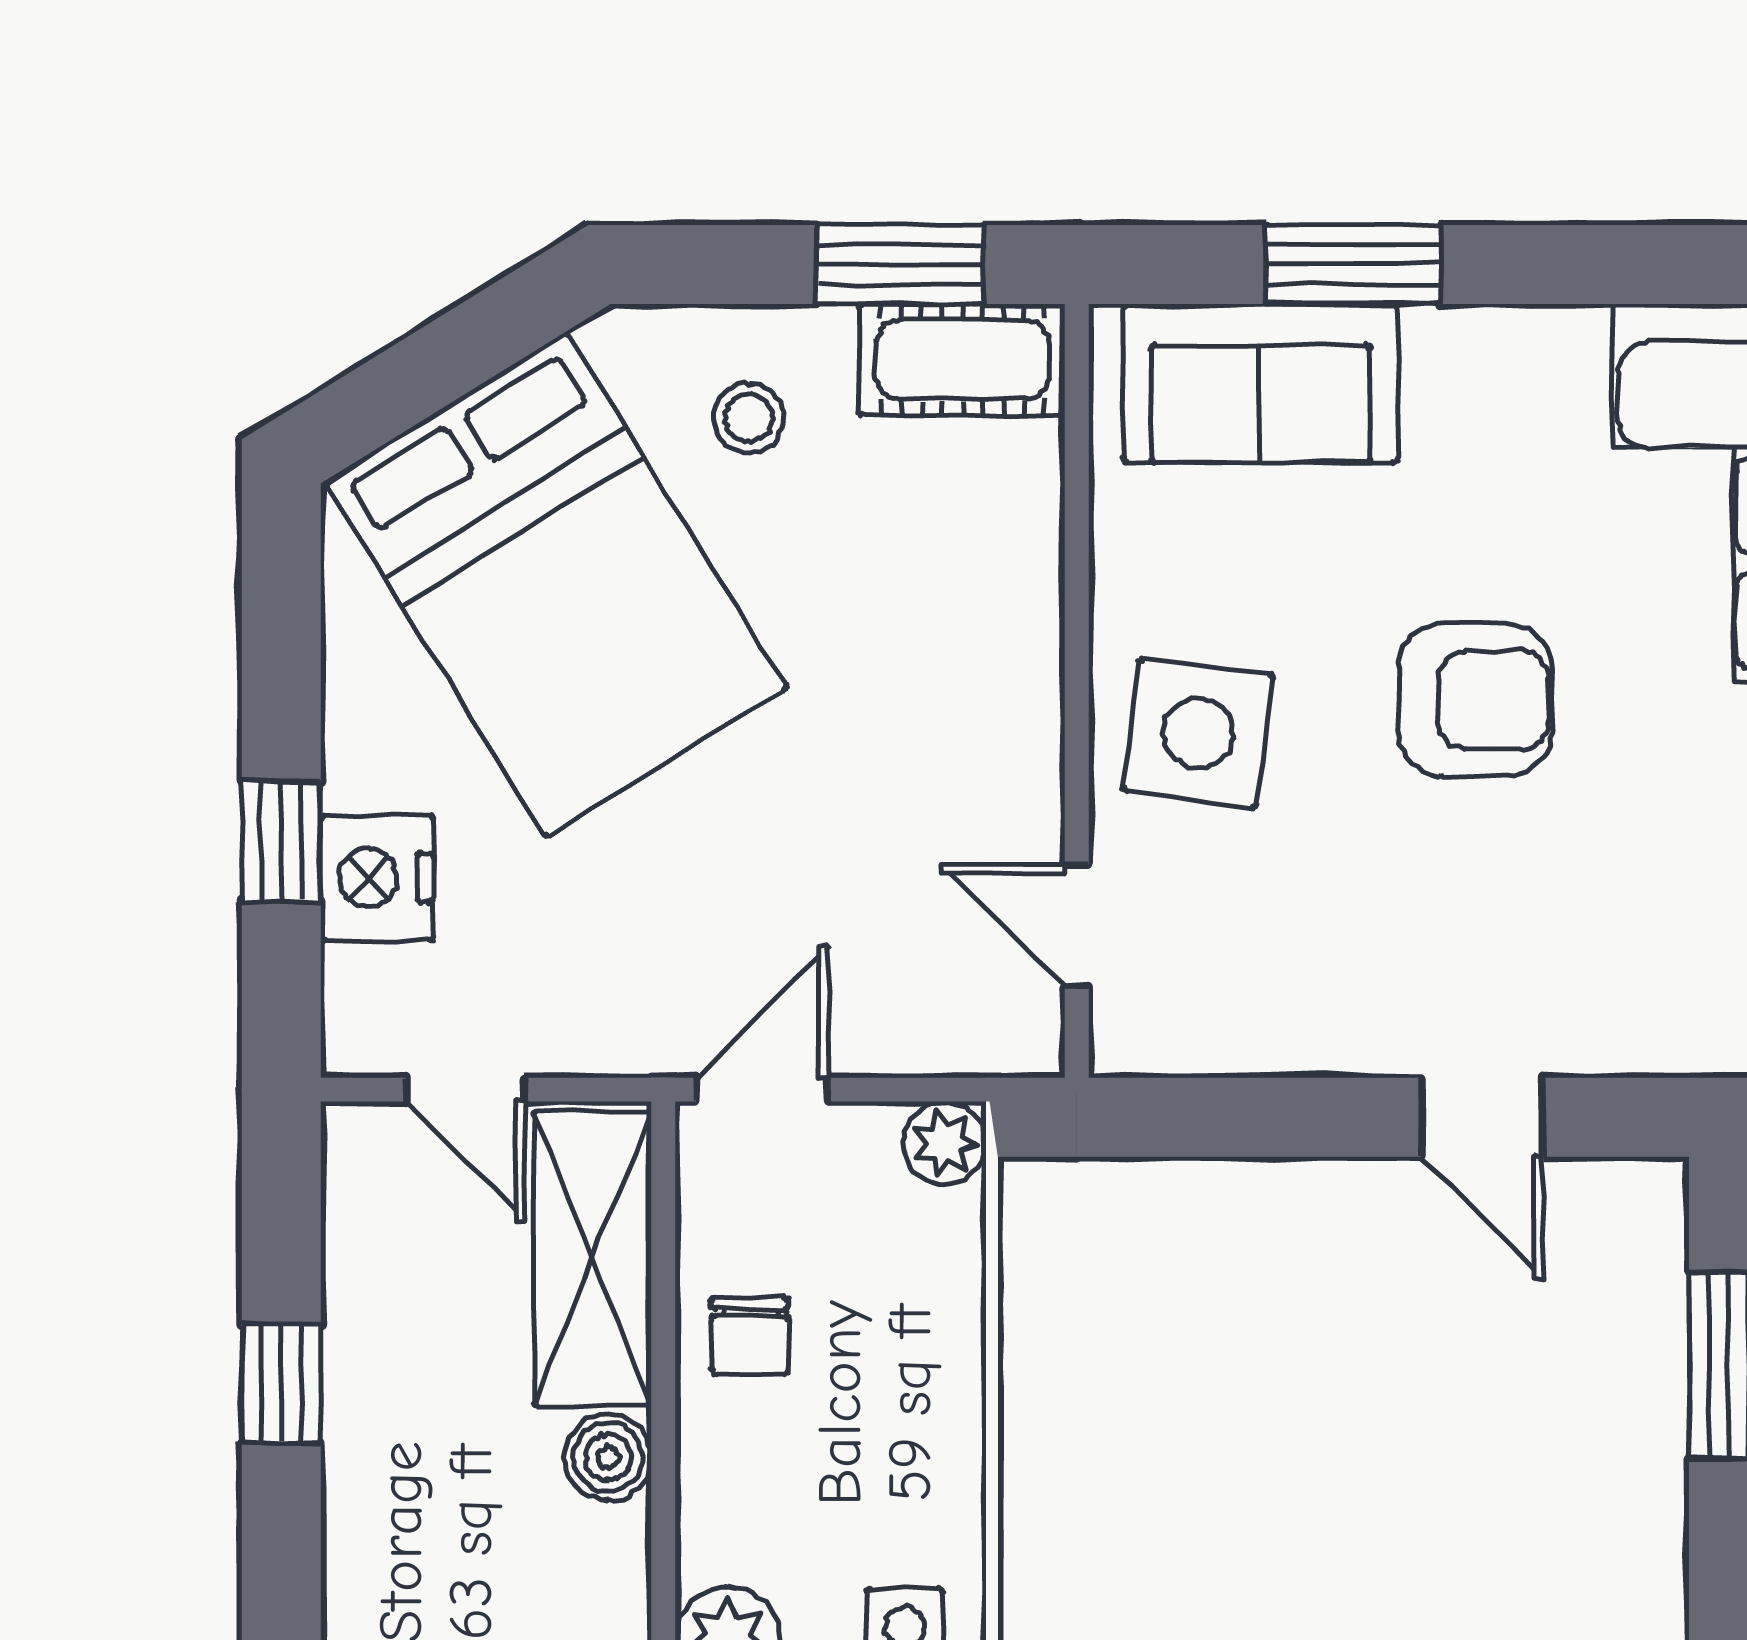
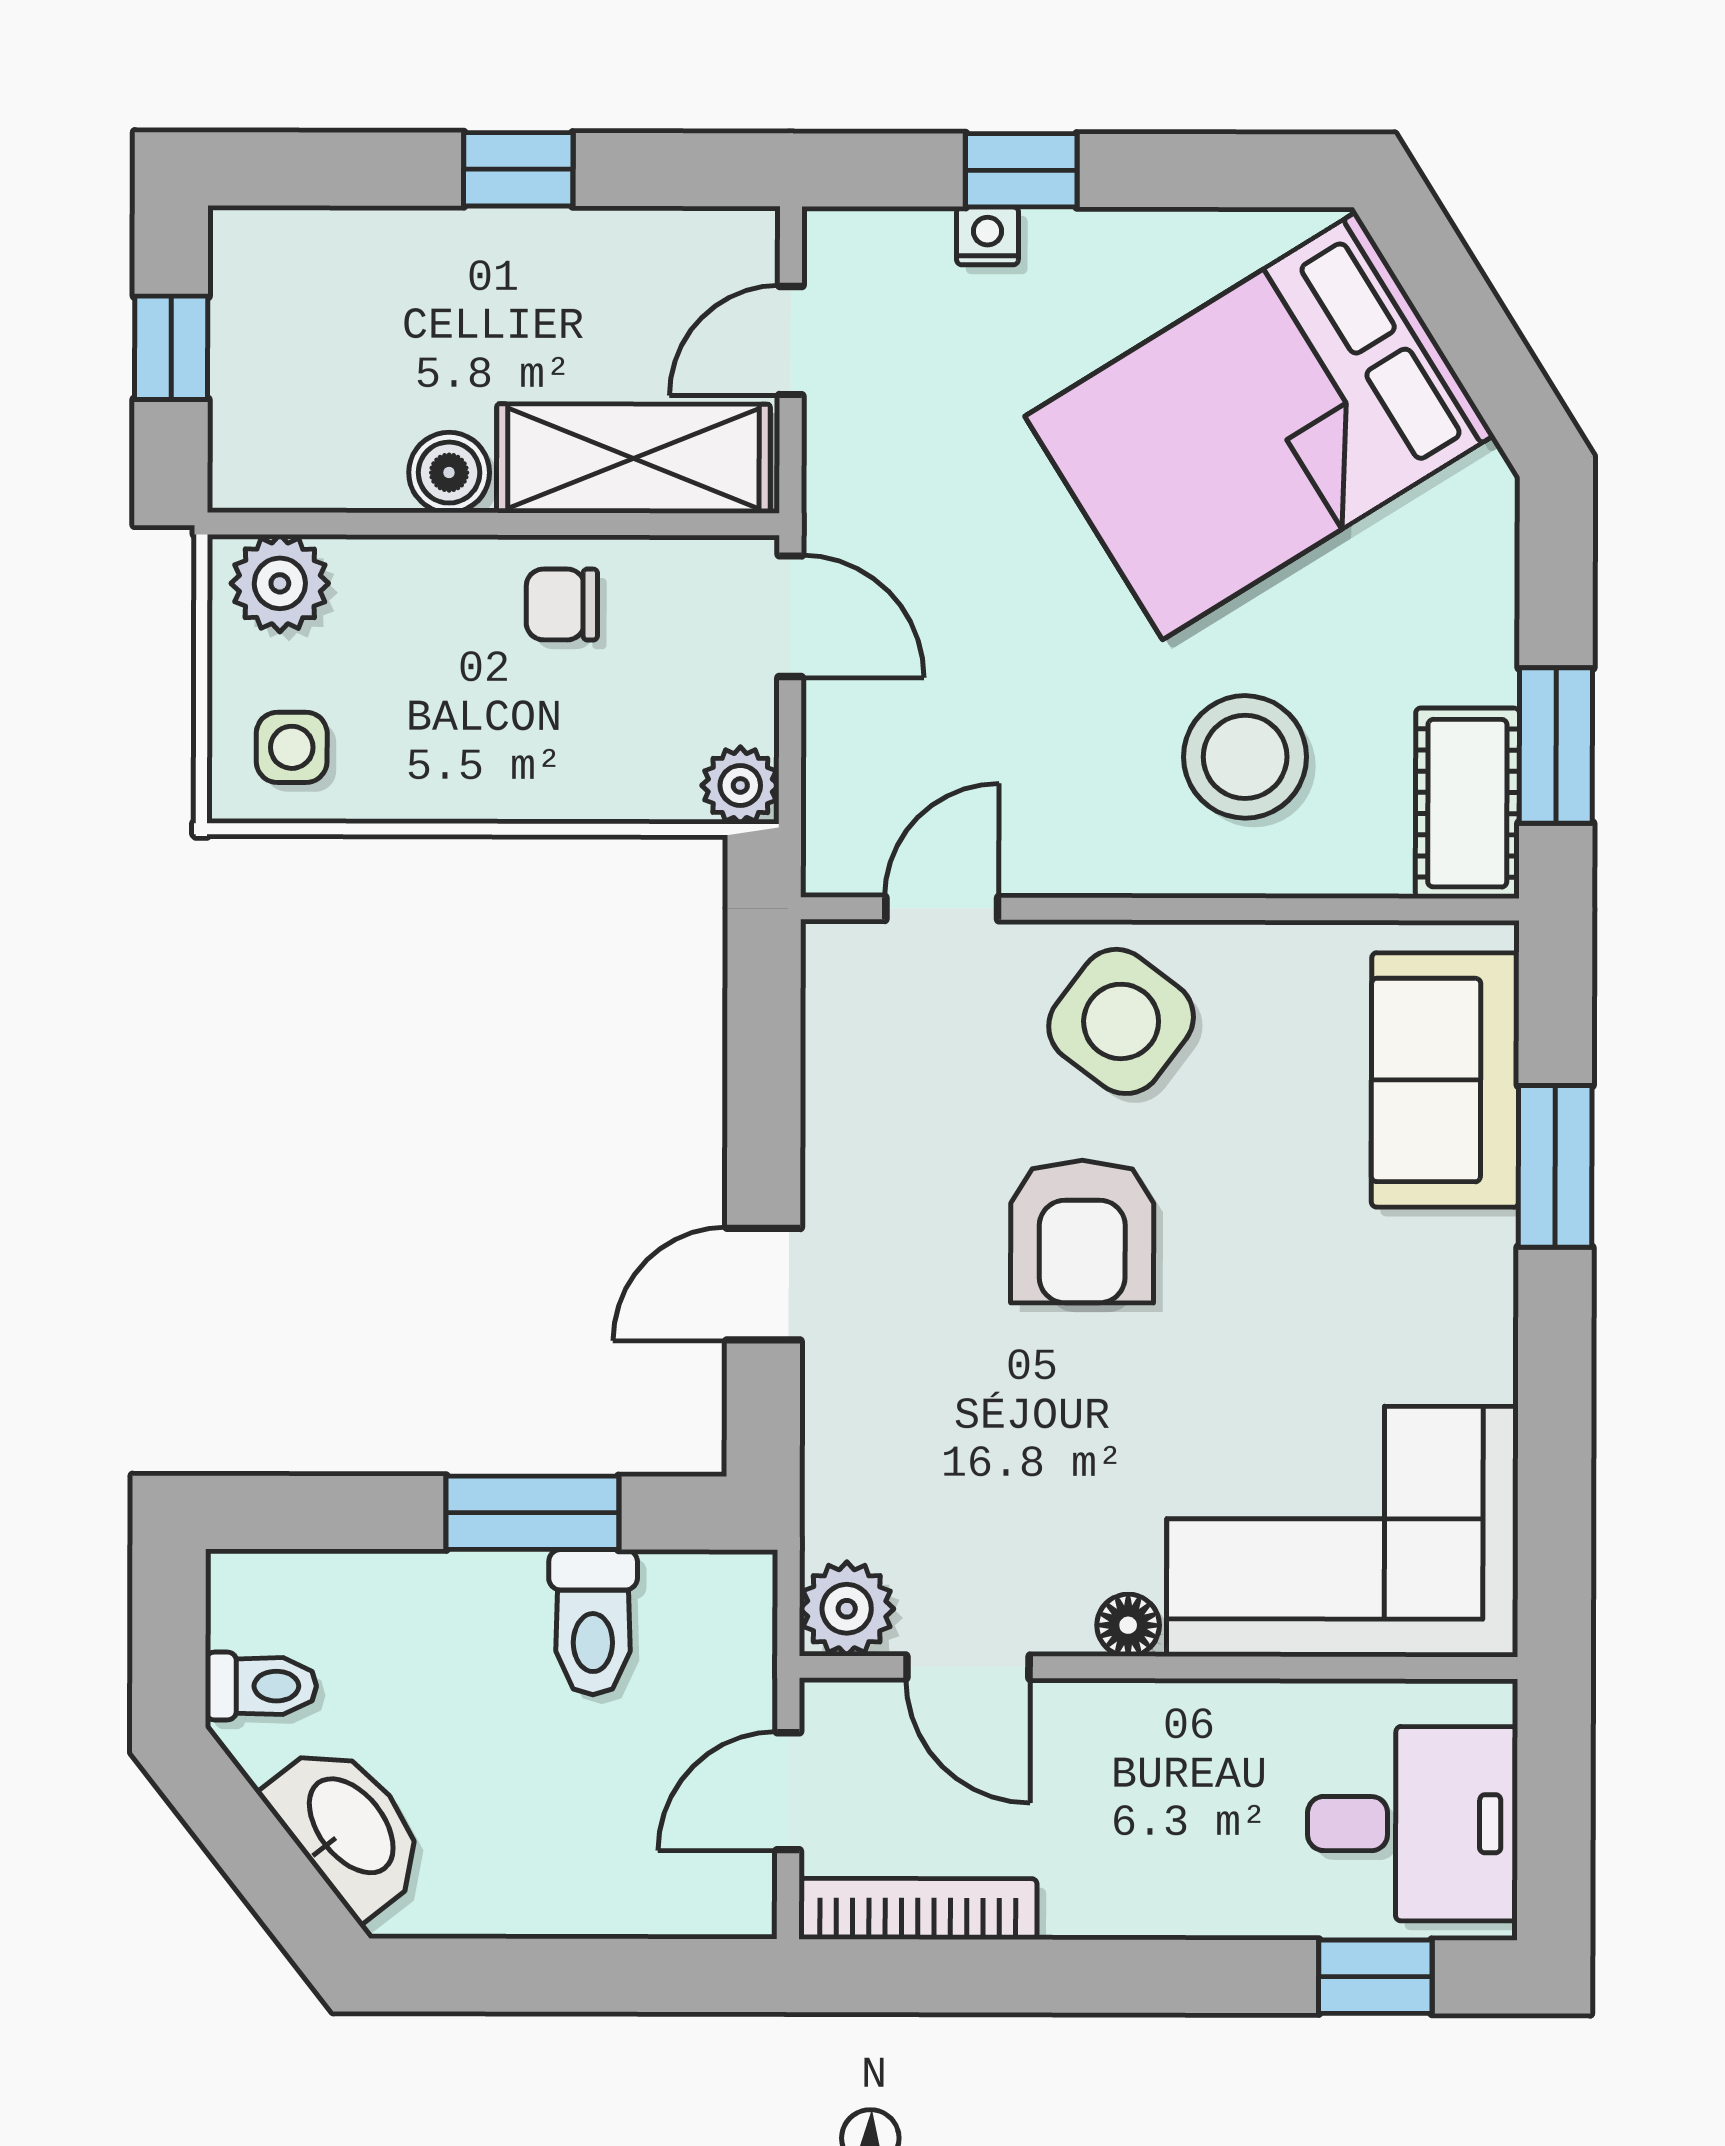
stool: (749, 418) -> (1245, 757), moved, width x1.89, depth x1.89
armchair: (1475, 700) -> (1082, 1232), moved
side table: (1198, 732) -> (1121, 1021), turned 30
nightstand: (377, 878) -> (988, 236), width x0.53, depth x0.56

